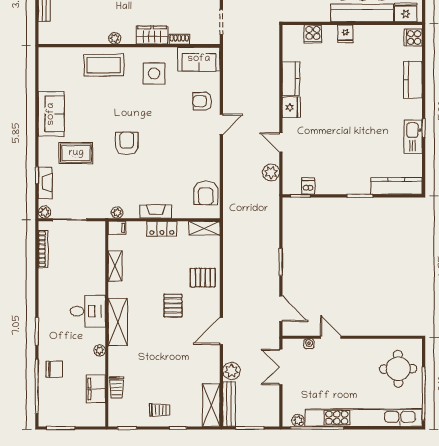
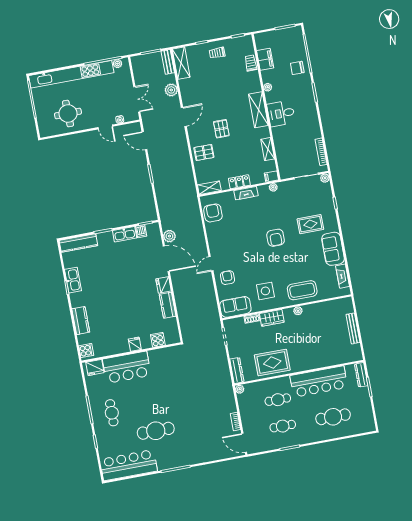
armchair: (202, 101) -> (228, 278), turned -90
door: (281, 142) -> (166, 259), width x1.88
fireplace: (45, 183) -> (343, 276), moved
kitchen sink: (331, 186) -> (125, 234), added
round table: (398, 369) -> (68, 114), moved
bench: (229, 404) -> (168, 62), width x0.73

